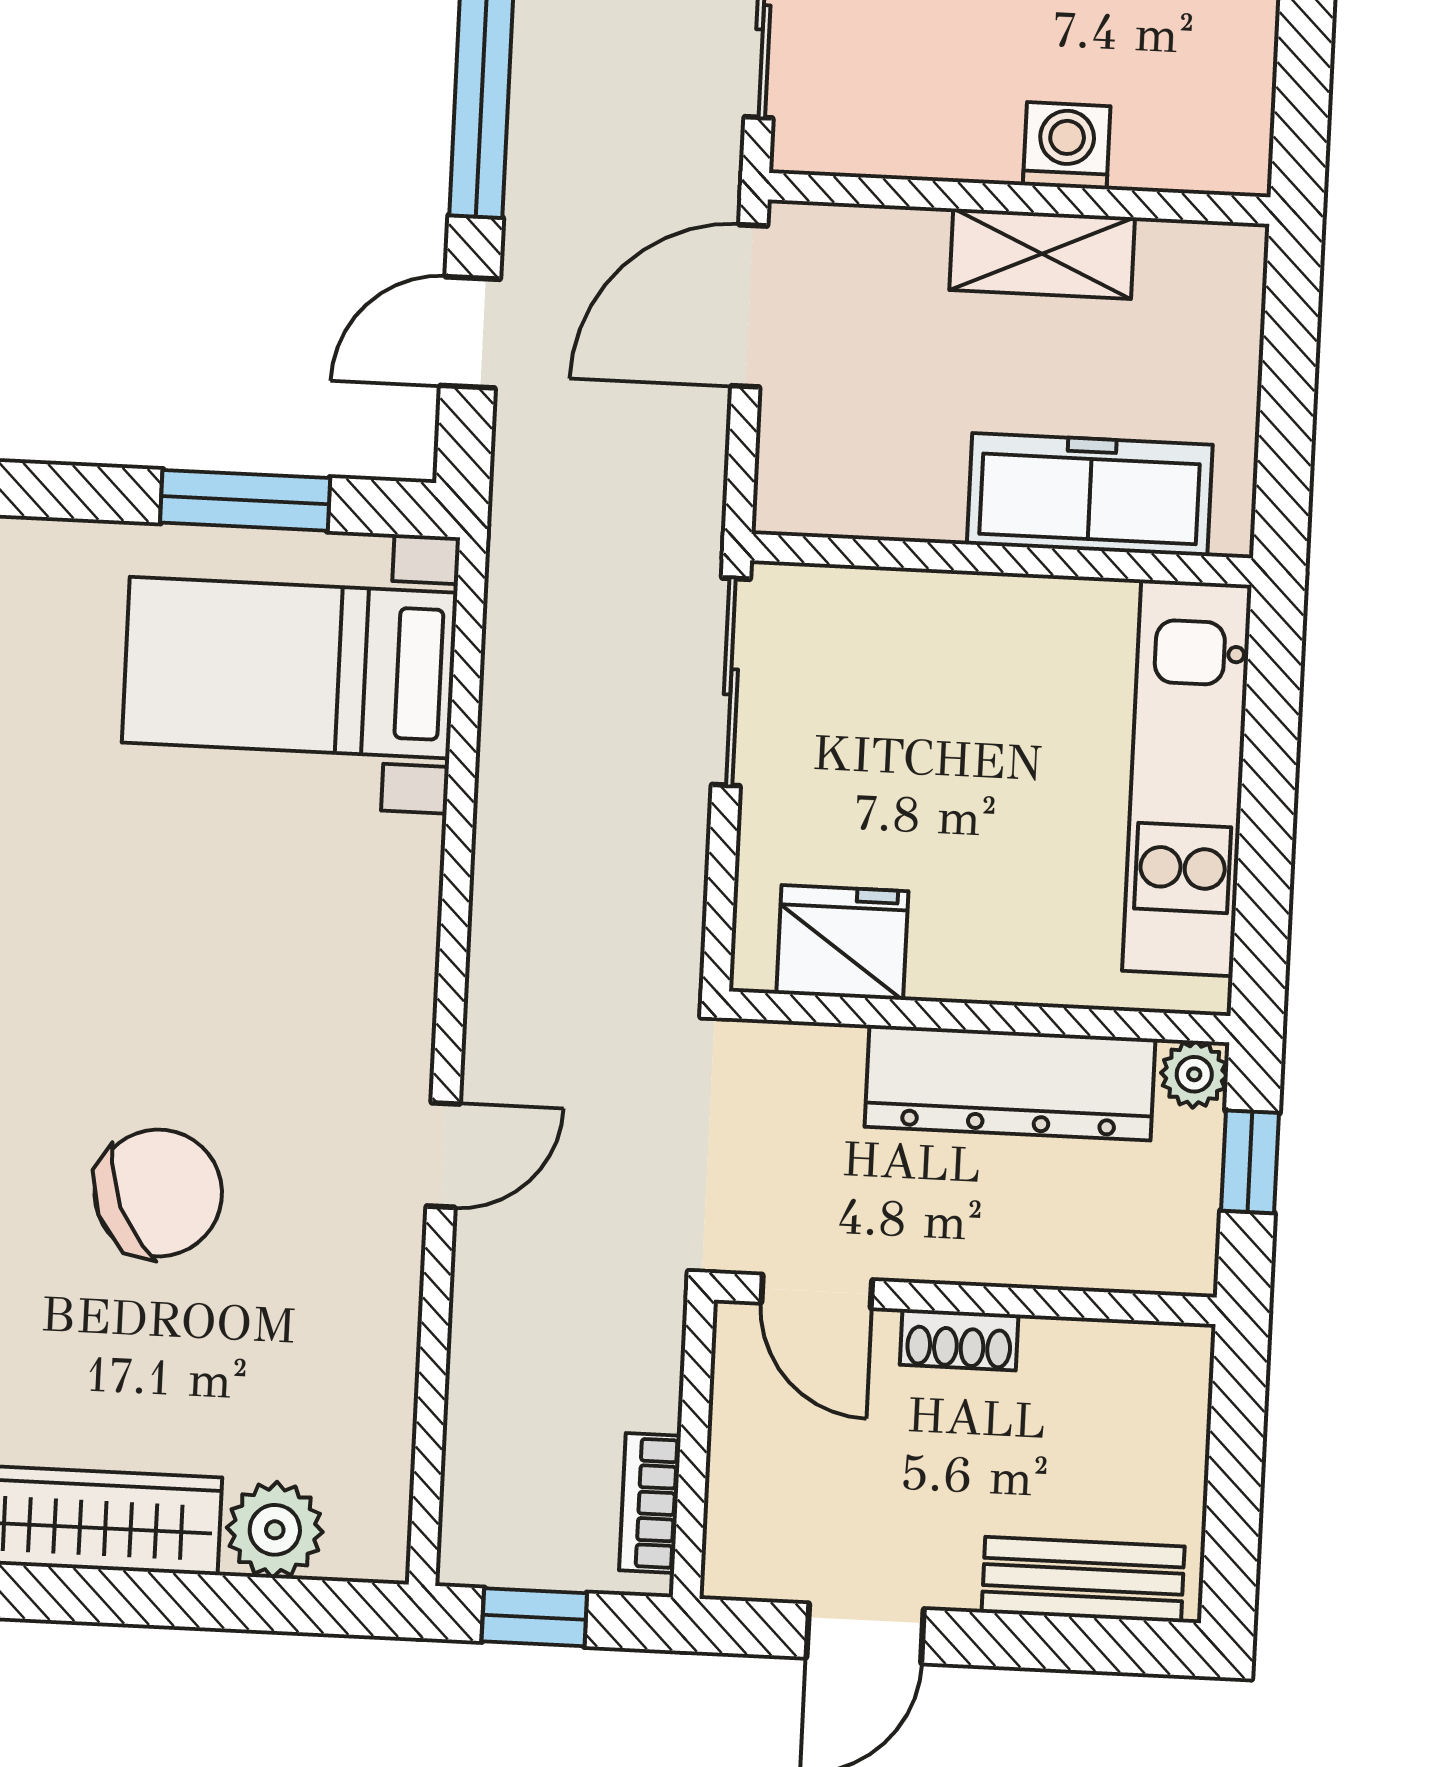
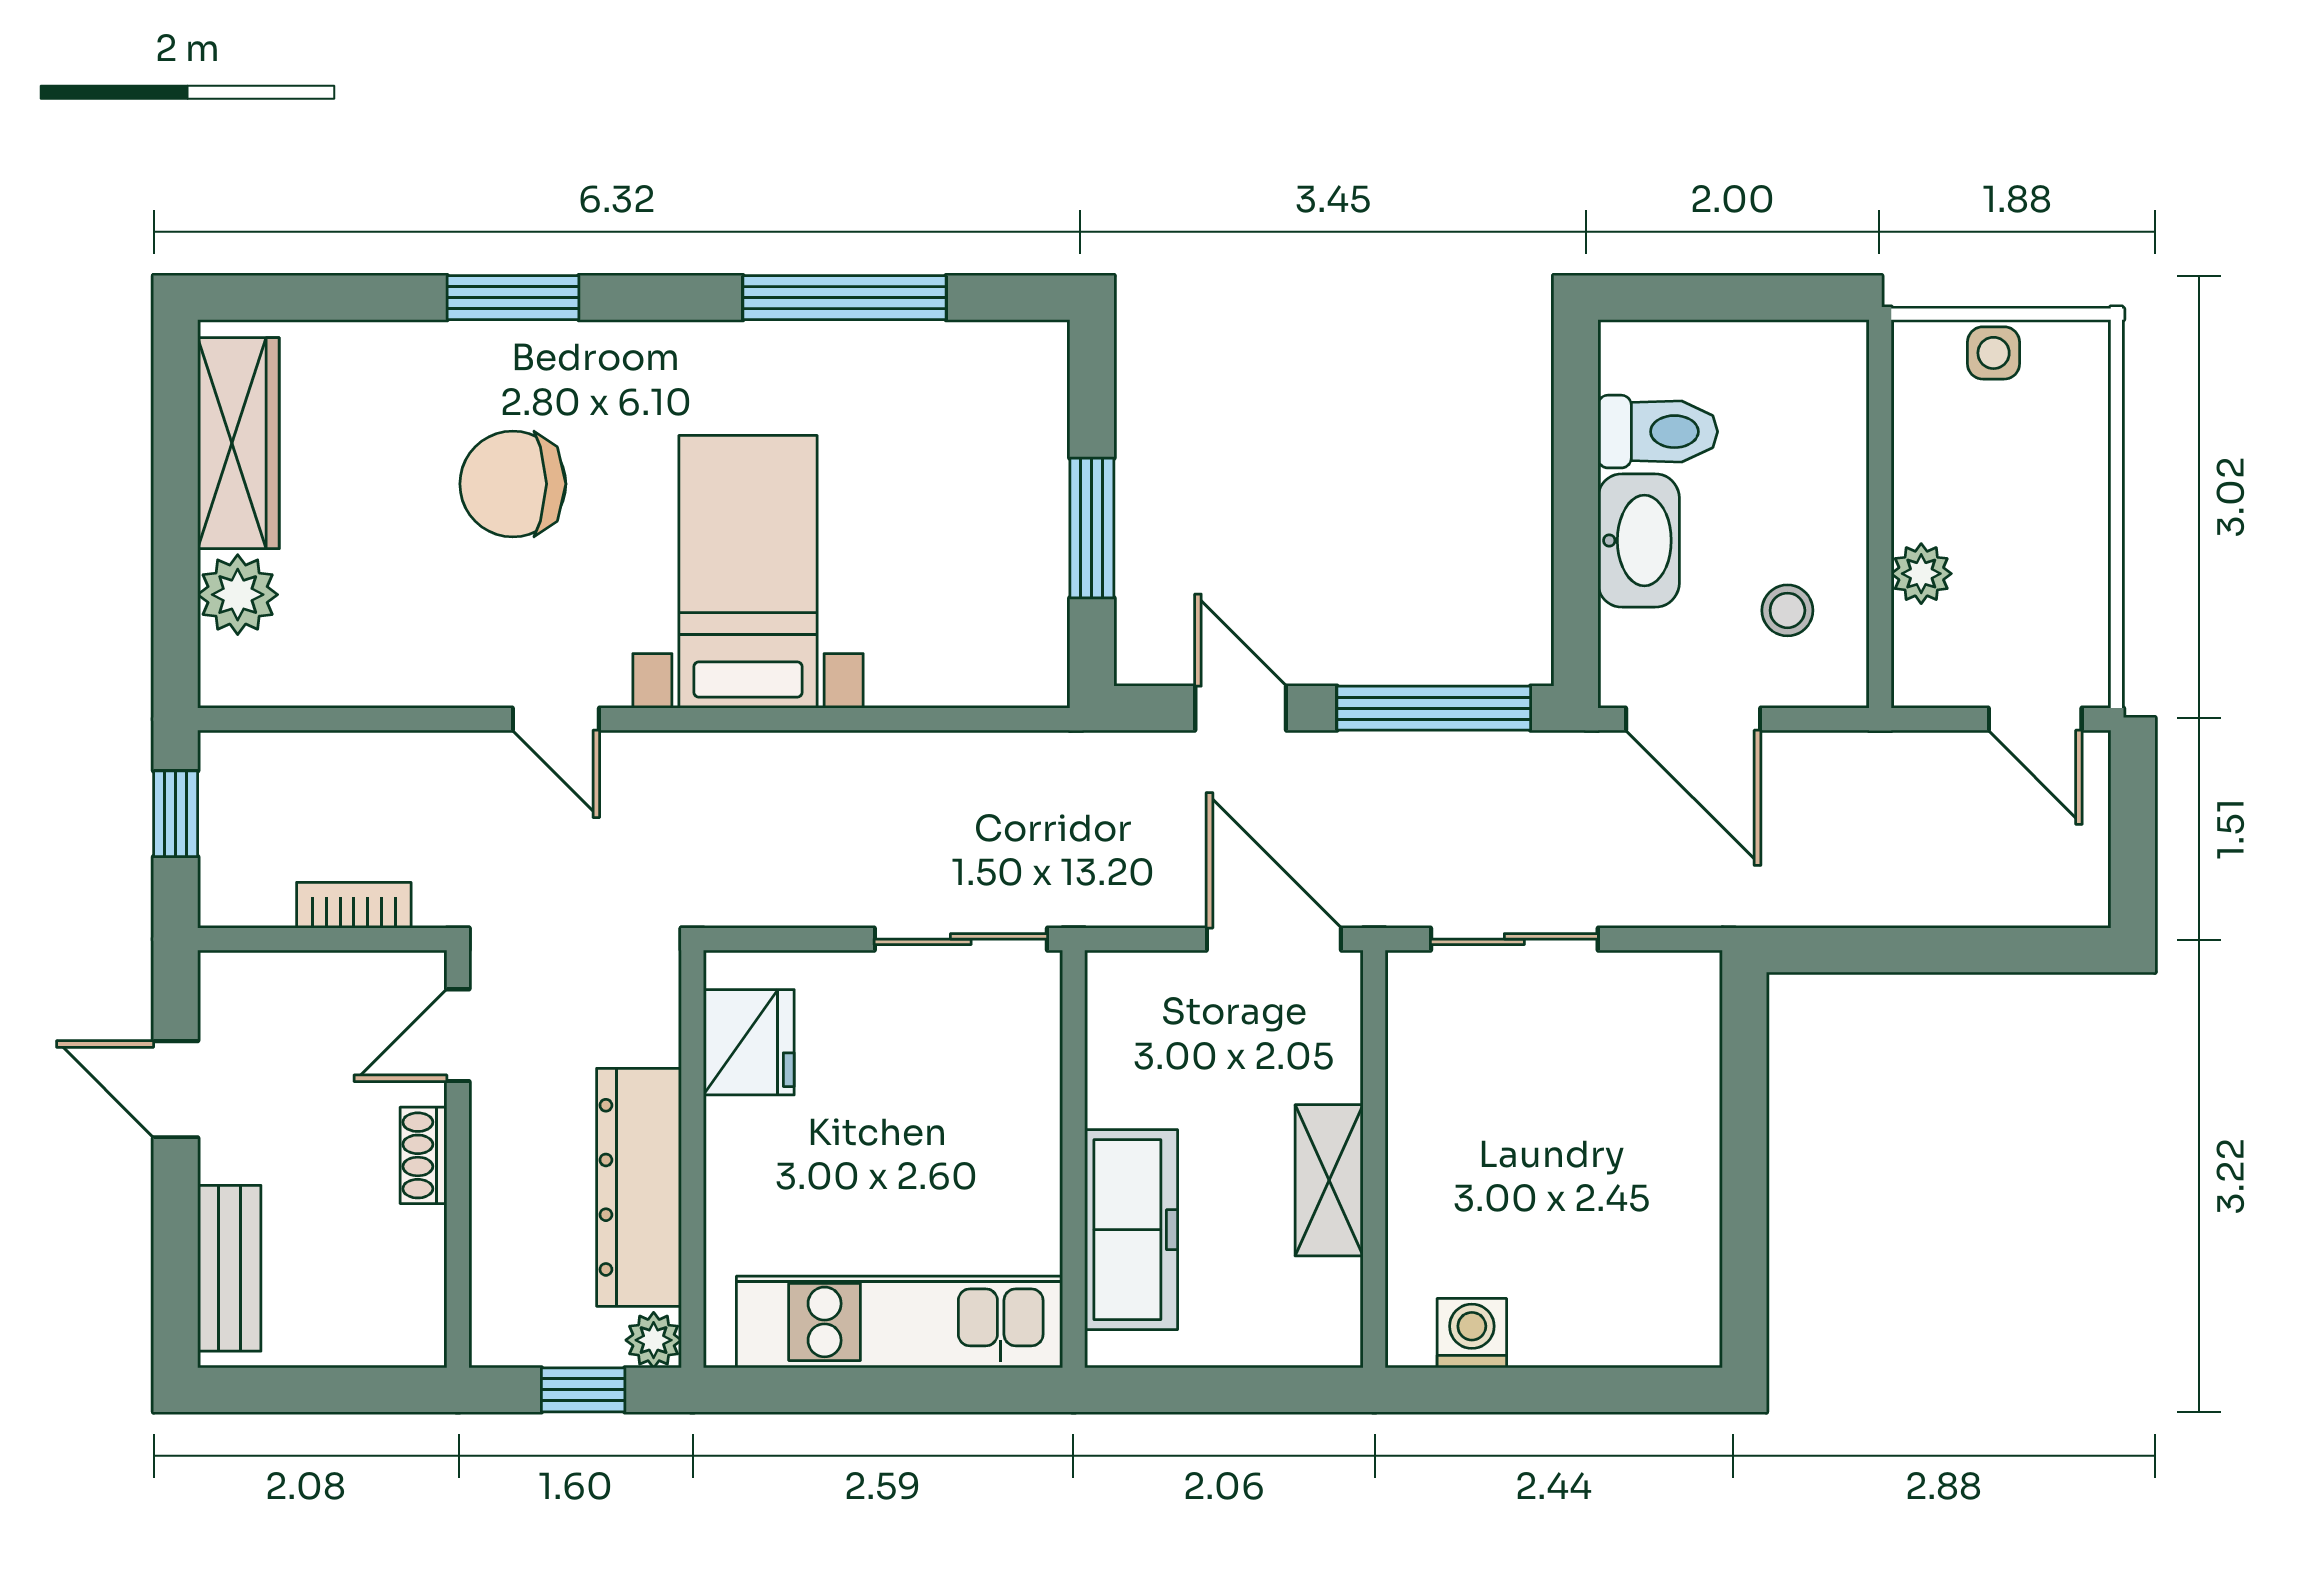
washing machine: (1067, 146) -> (1472, 1333), moved, turned -90
bed with nightstands: (290, 668) -> (748, 572), moved
chair: (158, 1193) -> (513, 484), turned 113
bookcase: (650, 1503) -> (354, 905), moved

